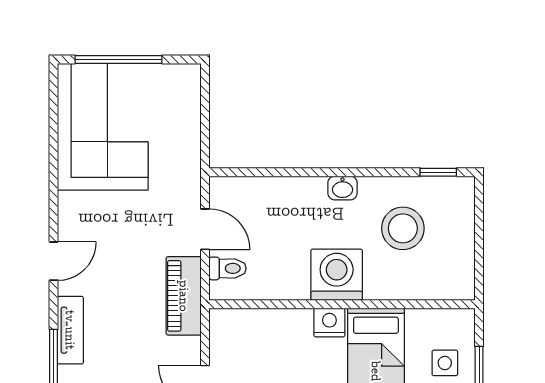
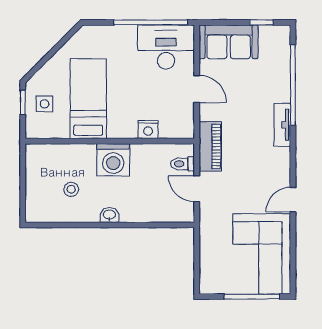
window: (438, 172) -> (49, 225), removed
stool: (403, 228) -> (71, 189), width x0.53, depth x0.53
door: (54, 261) -> (293, 200), moved
nightstand: (329, 323) -> (148, 130), moved

